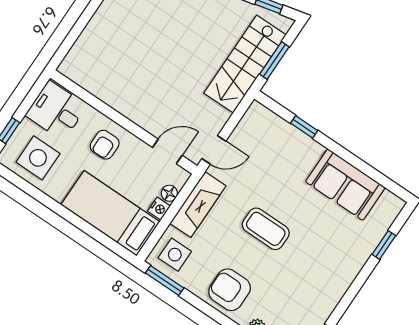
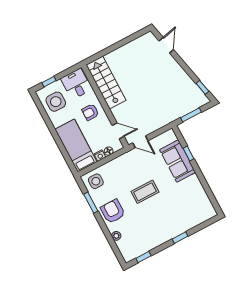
stairs: (245, 64) -> (106, 83), moved, turned 90
sofa: (345, 185) -> (178, 161), moved
fireplace: (198, 205) -> (119, 163), removed
coffee table: (266, 229) -> (145, 192), turned 90
window: (384, 245) -> (180, 238), moved
window: (165, 280) -> (91, 203), moved

